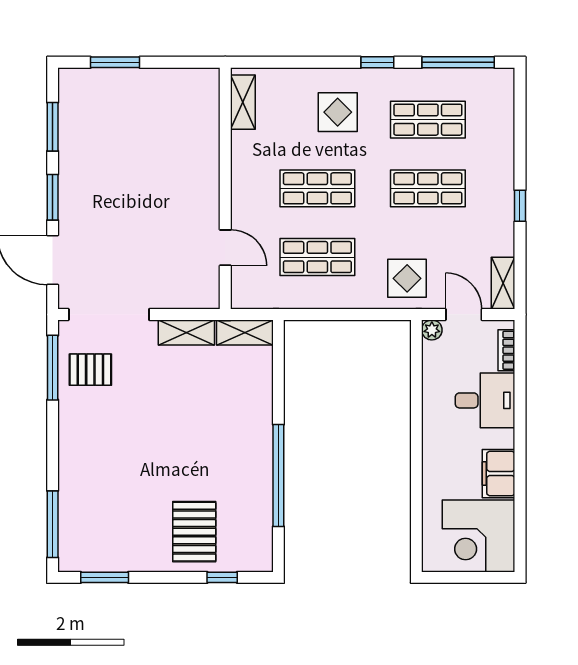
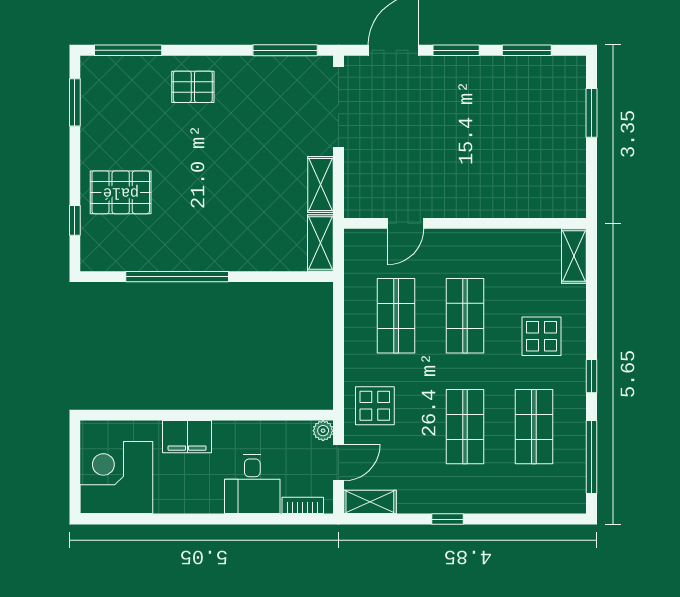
shelving: (243, 102) -> (574, 256), moved, turned 90
pallet: (90, 370) -> (193, 87), moved, turned 90
filing cabinet: (499, 474) -> (187, 437), moved, turned 180

